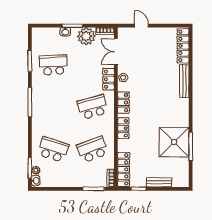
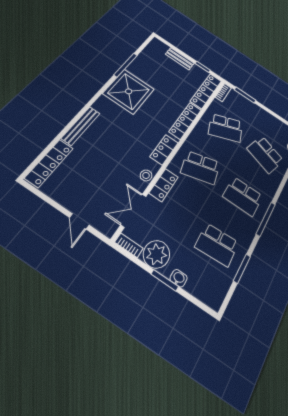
double door: (116, 52) -> (133, 210), swing flipped
school desk: (53, 107) -> (243, 196), added
locker: (123, 128) -> (185, 121), width x1.53
shower: (174, 142) -> (129, 91), moved

